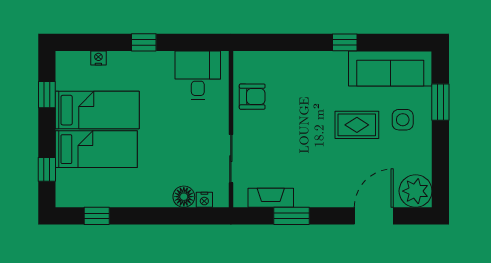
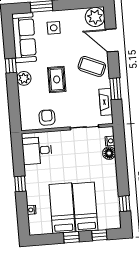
plant: (321, 63) -> (24, 78), added
window: (47, 95) -> (71, 237), moved
rug: (357, 125) -> (57, 79), moved
coffee table: (332, 179) -> (92, 66), added

